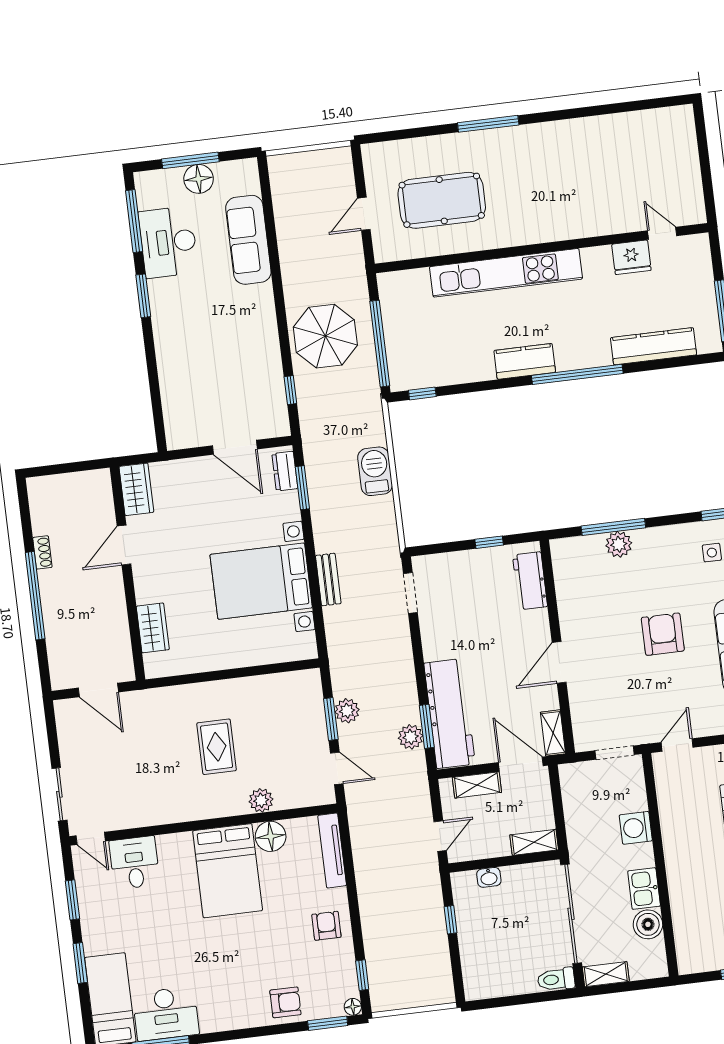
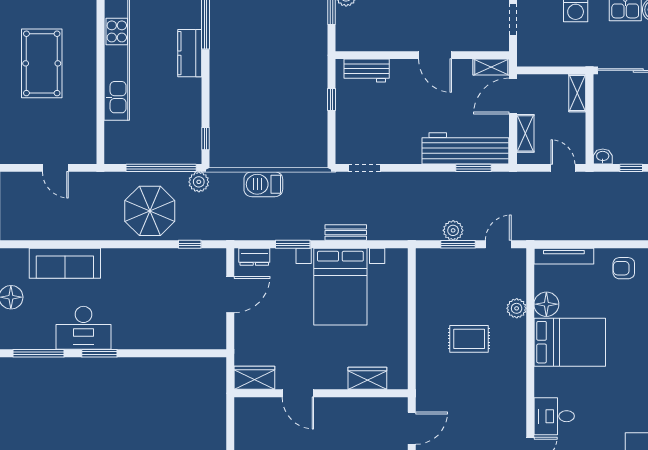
pool table: (442, 200) -> (42, 63), moved
desk: (168, 242) -> (83, 328), moved
window: (302, 488) -> (293, 244), moved
plant: (411, 737) -> (199, 182), moved
washbasin: (489, 877) -> (603, 156), moved, turned -90

